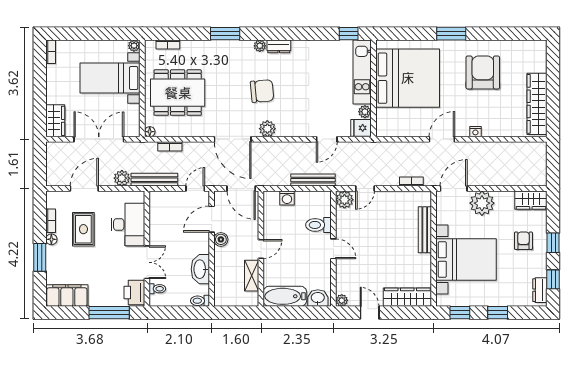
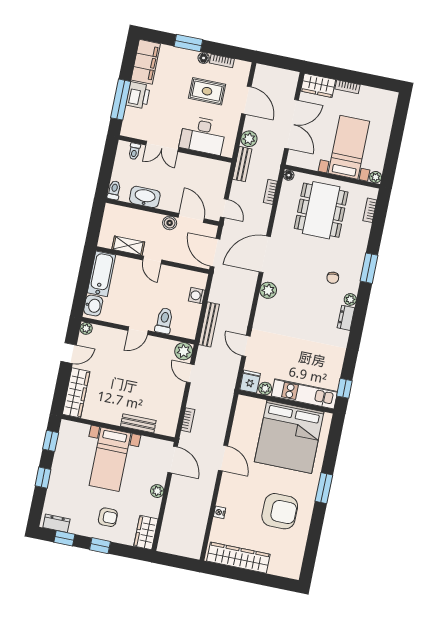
bookcase: (51, 52) -> (347, 87), moved
chair: (262, 91) -> (333, 278), moved, width x0.54, depth x0.54
nightstand: (475, 132) -> (220, 512), moved
bench: (154, 180) -> (242, 164), width x0.73
door: (241, 189) -> (215, 253), hinge flipped
plant: (482, 203) -> (157, 491), width x0.53, depth x0.53
bench: (425, 230) -> (138, 423), width x0.73
bed with nightstands: (466, 260) -> (110, 459), width x0.73
printer: (134, 292) -> (138, 95), moved, turned 90

